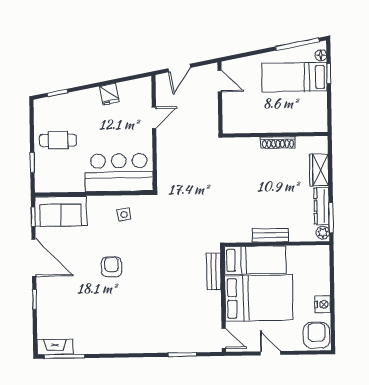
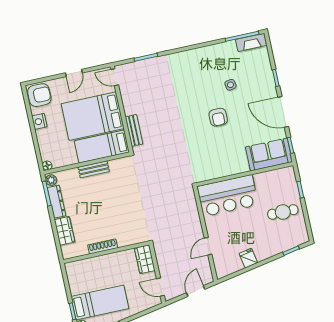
wardrobe: (231, 117) -> (145, 259), added
side table: (124, 215) -> (230, 85), moved
floor lamp: (324, 251) -> (47, 166), added
armchair: (316, 335) -> (39, 95), turned -90
door: (271, 353) -> (74, 73), hinge flipped

